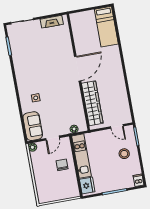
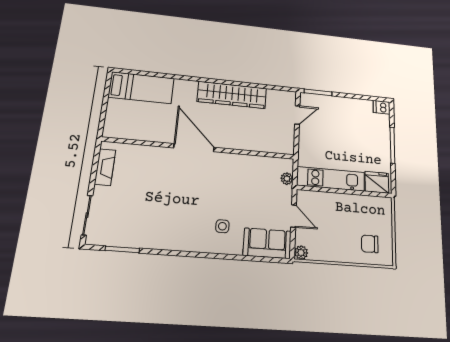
wardrobe: (92, 103) -> (232, 95), moved, turned 180
stool: (124, 154) -> (340, 116), removed
chair: (62, 165) -> (370, 244), moved

